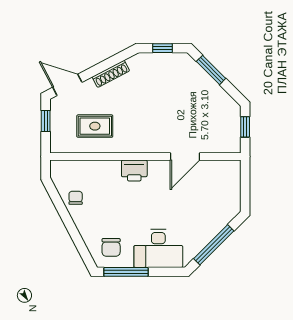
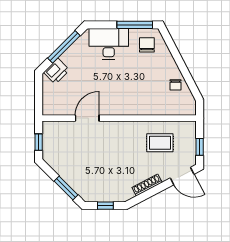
printer: (134, 171) -> (57, 71), moved, turned 135

